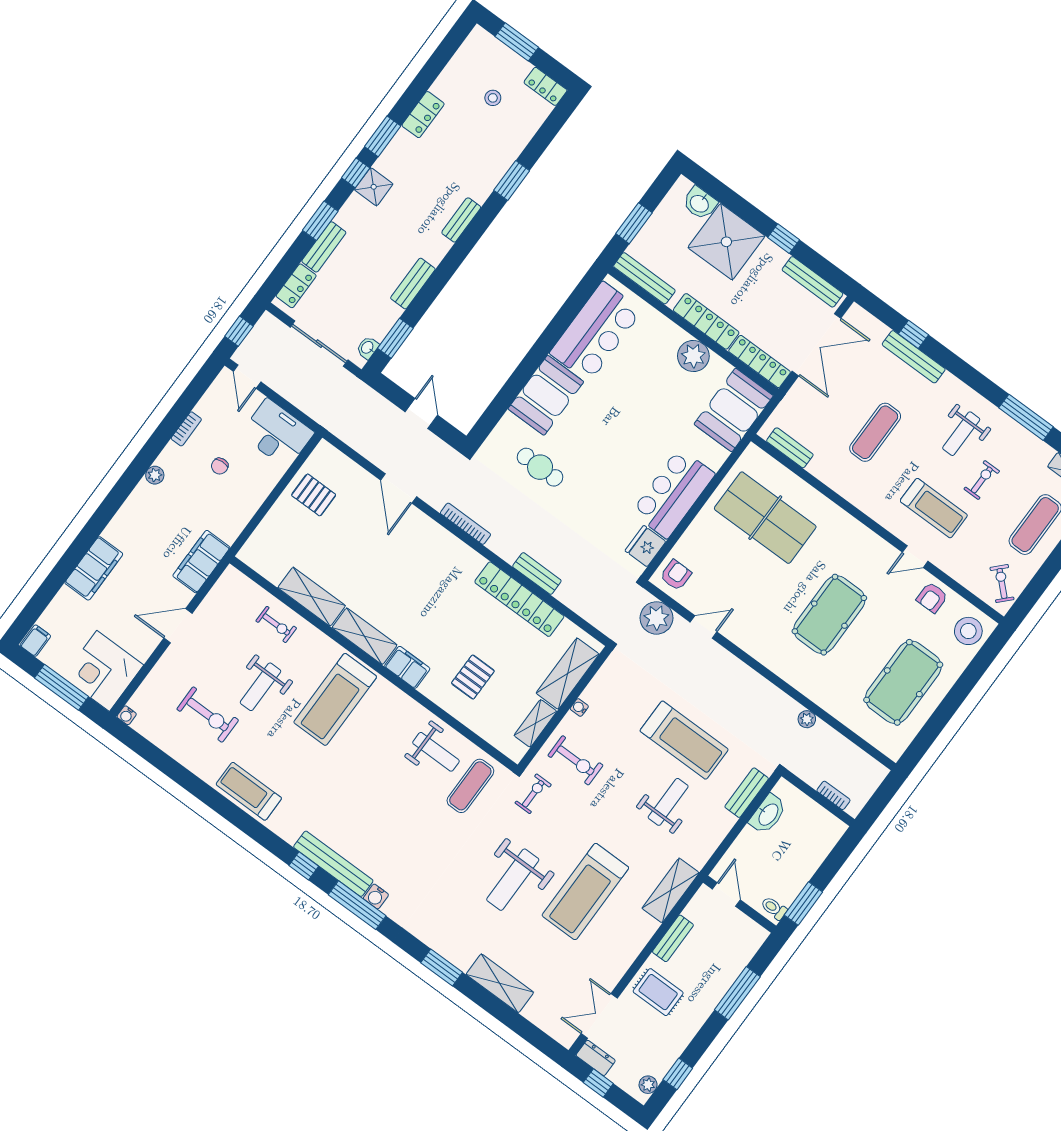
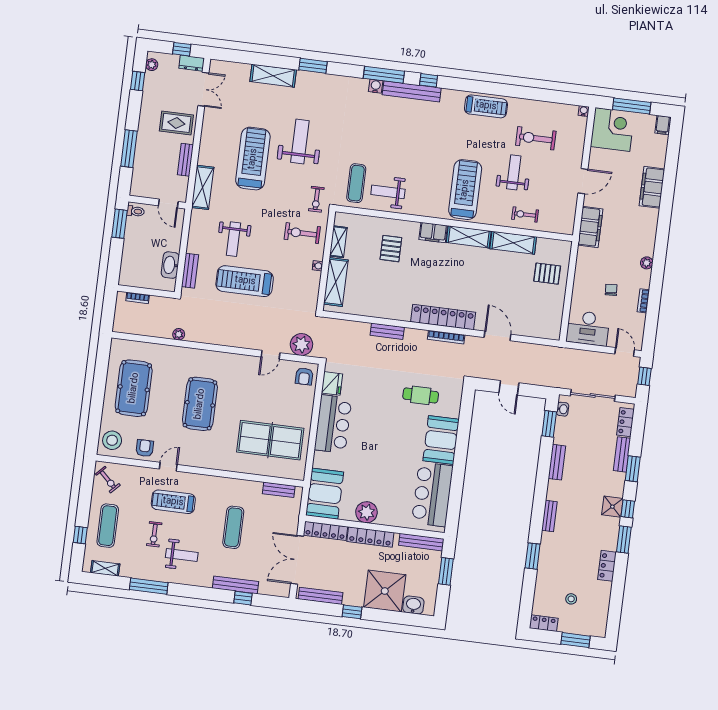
weight bench: (961, 434) -> (182, 555), turned 90
pallet: (314, 495) -> (547, 274), moved
locker: (519, 599) -> (443, 317), moved

